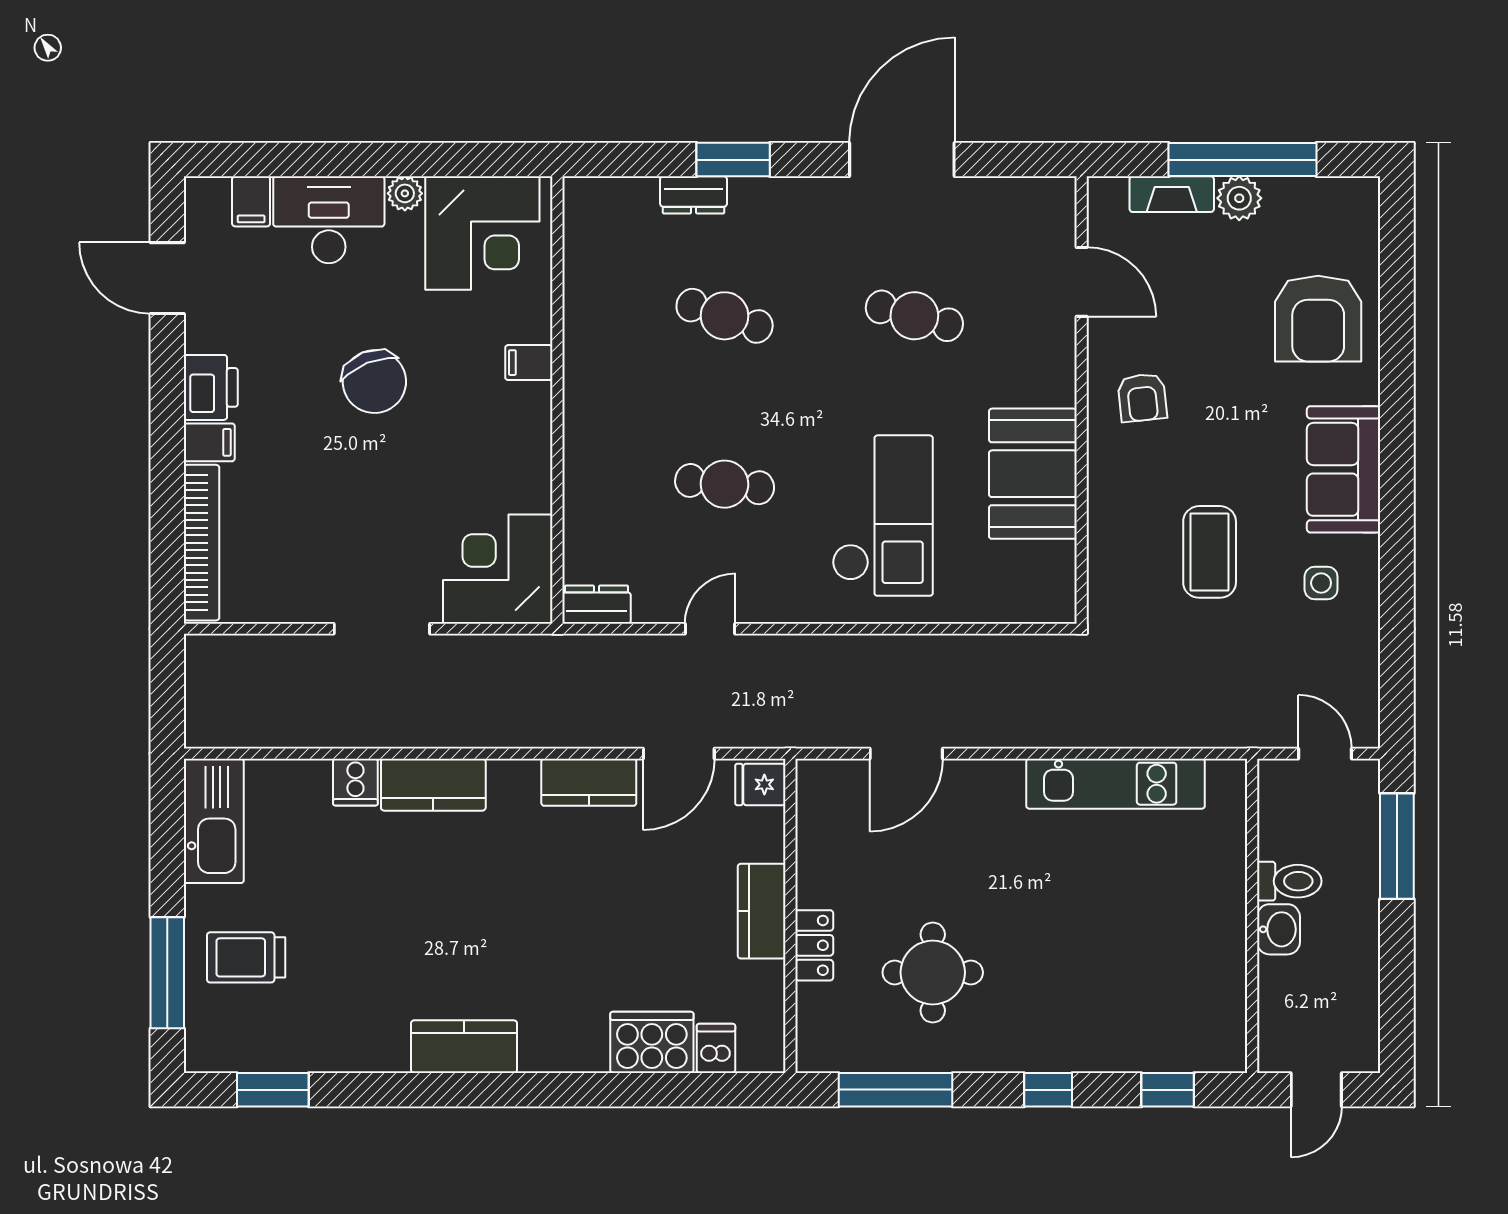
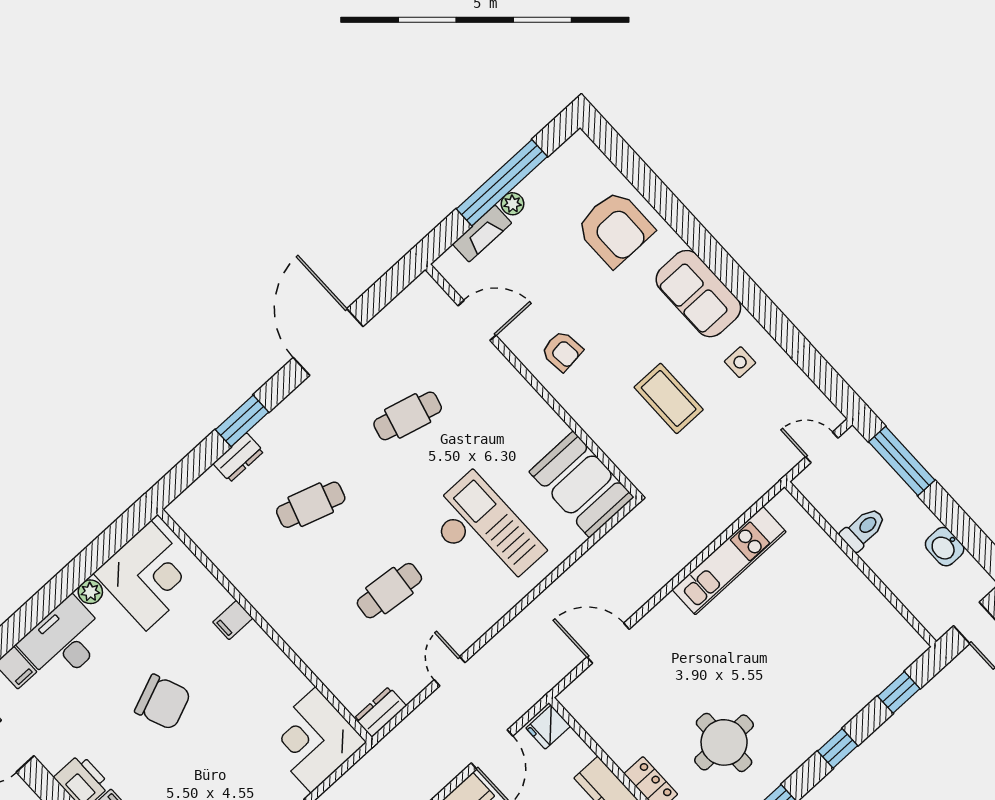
plant: (1239, 198) -> (512, 204), width x0.73, depth x0.73
booth: (1033, 474) -> (581, 484), moved
door: (906, 754) -> (608, 643), swing flipped
washbasin: (1278, 929) -> (945, 547), moved, turned 180

